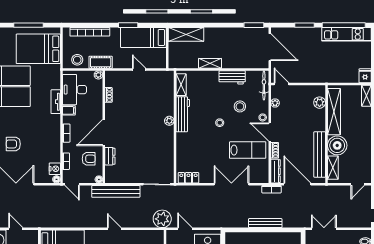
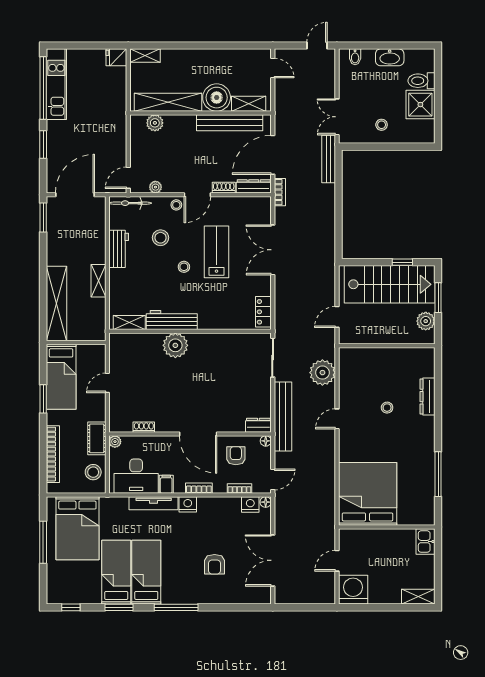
shelving: (186, 34) -> (57, 304), width x1.47
tv unit: (56, 102) -> (154, 503), width x1.41
plant: (169, 121) -> (175, 345), width x1.87, depth x1.87
nightstand: (55, 125) -> (188, 504), added
lab bench: (248, 150) -> (216, 252), moved
dresser: (110, 156) -> (258, 425), moved
plant: (162, 219) -> (322, 373), moved
bench: (265, 223) -> (329, 159), moved

